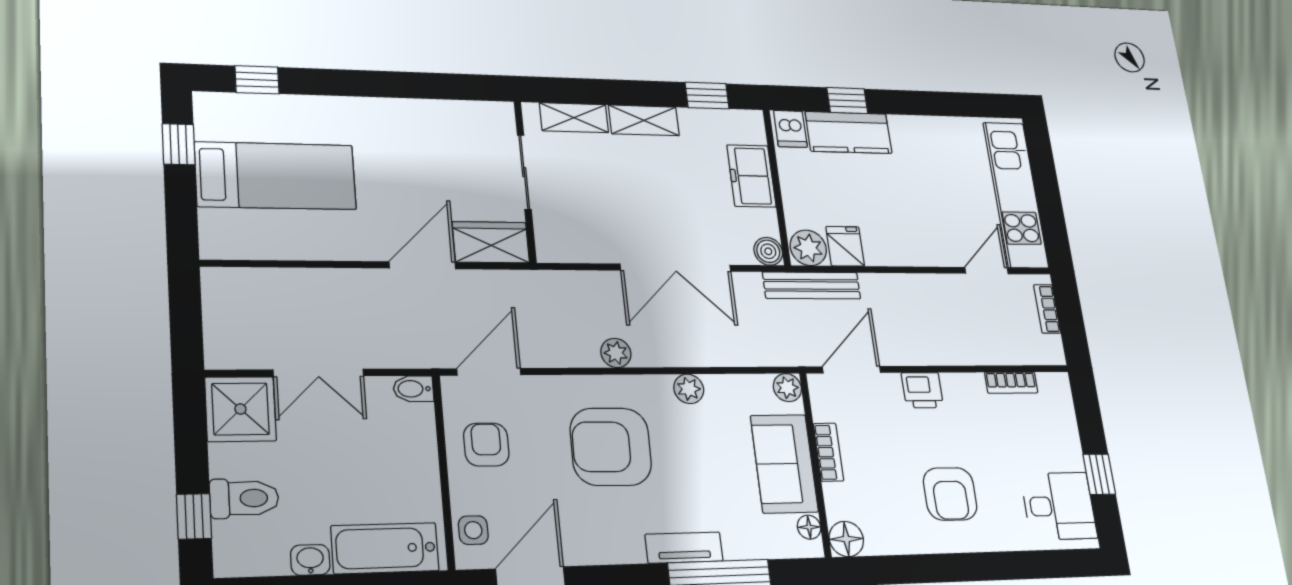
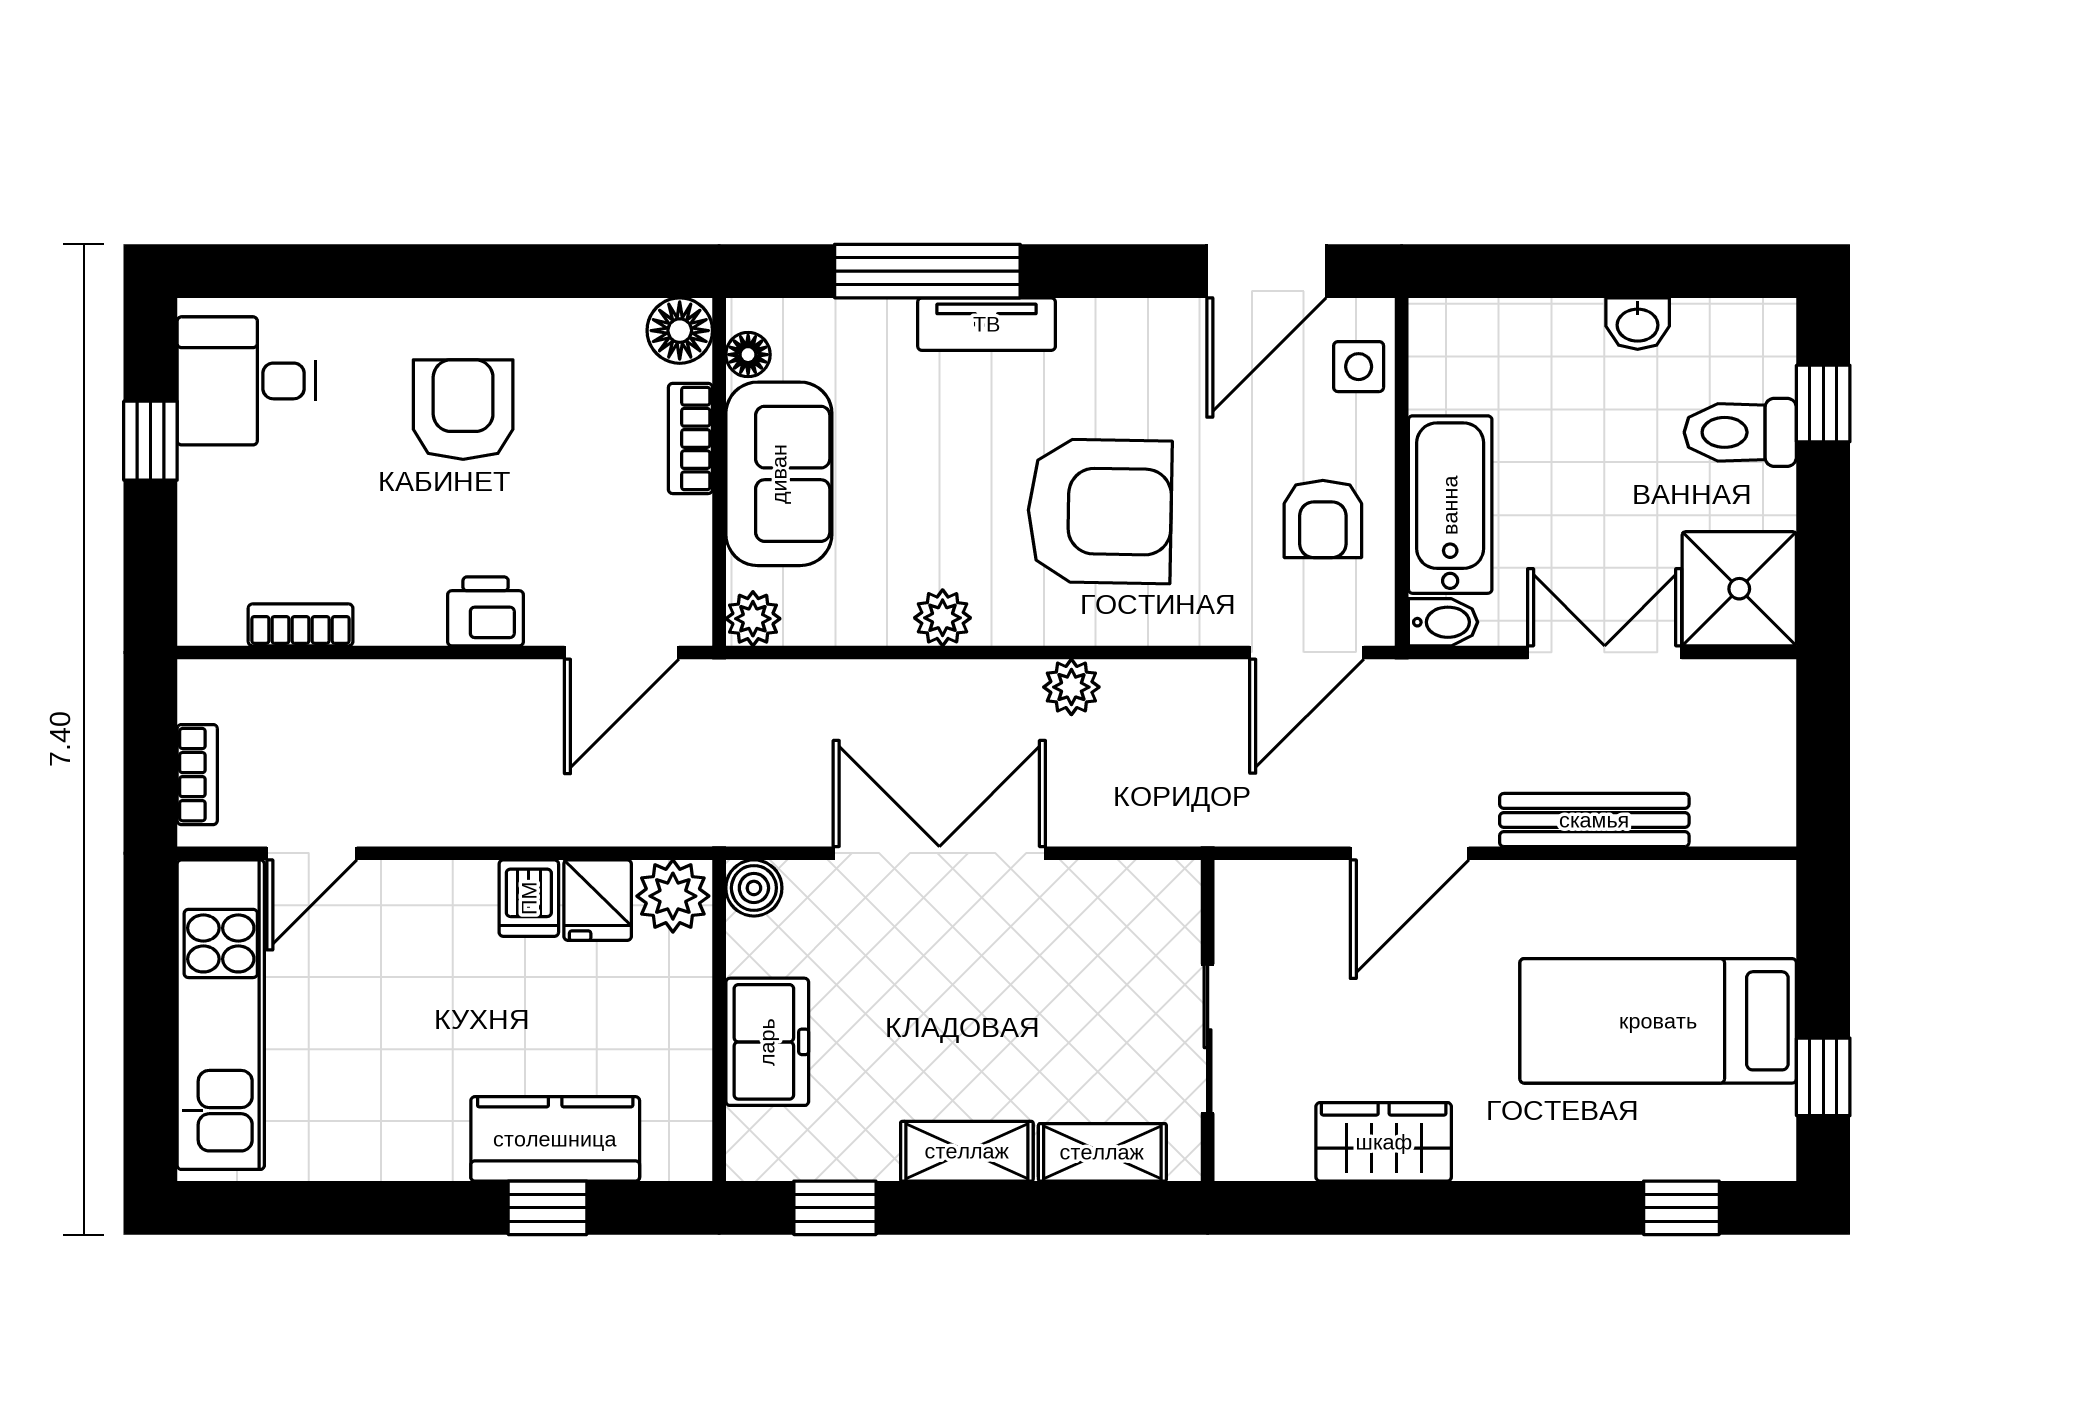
dishwasher: (790, 129) -> (529, 898), moved, turned 180
wardrobe: (491, 242) -> (1384, 1142), moved, turned 180
bench: (812, 285) -> (1594, 820), moved
bookcase: (828, 452) -> (690, 438), moved
bathtub: (385, 548) -> (1450, 505), moved, turned -90

